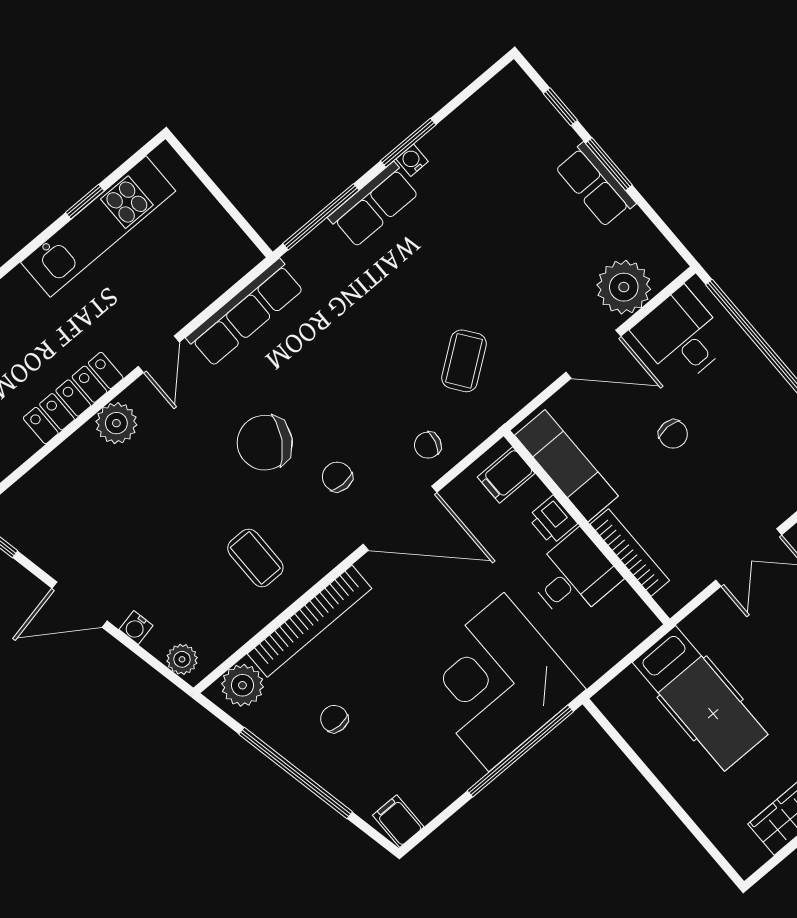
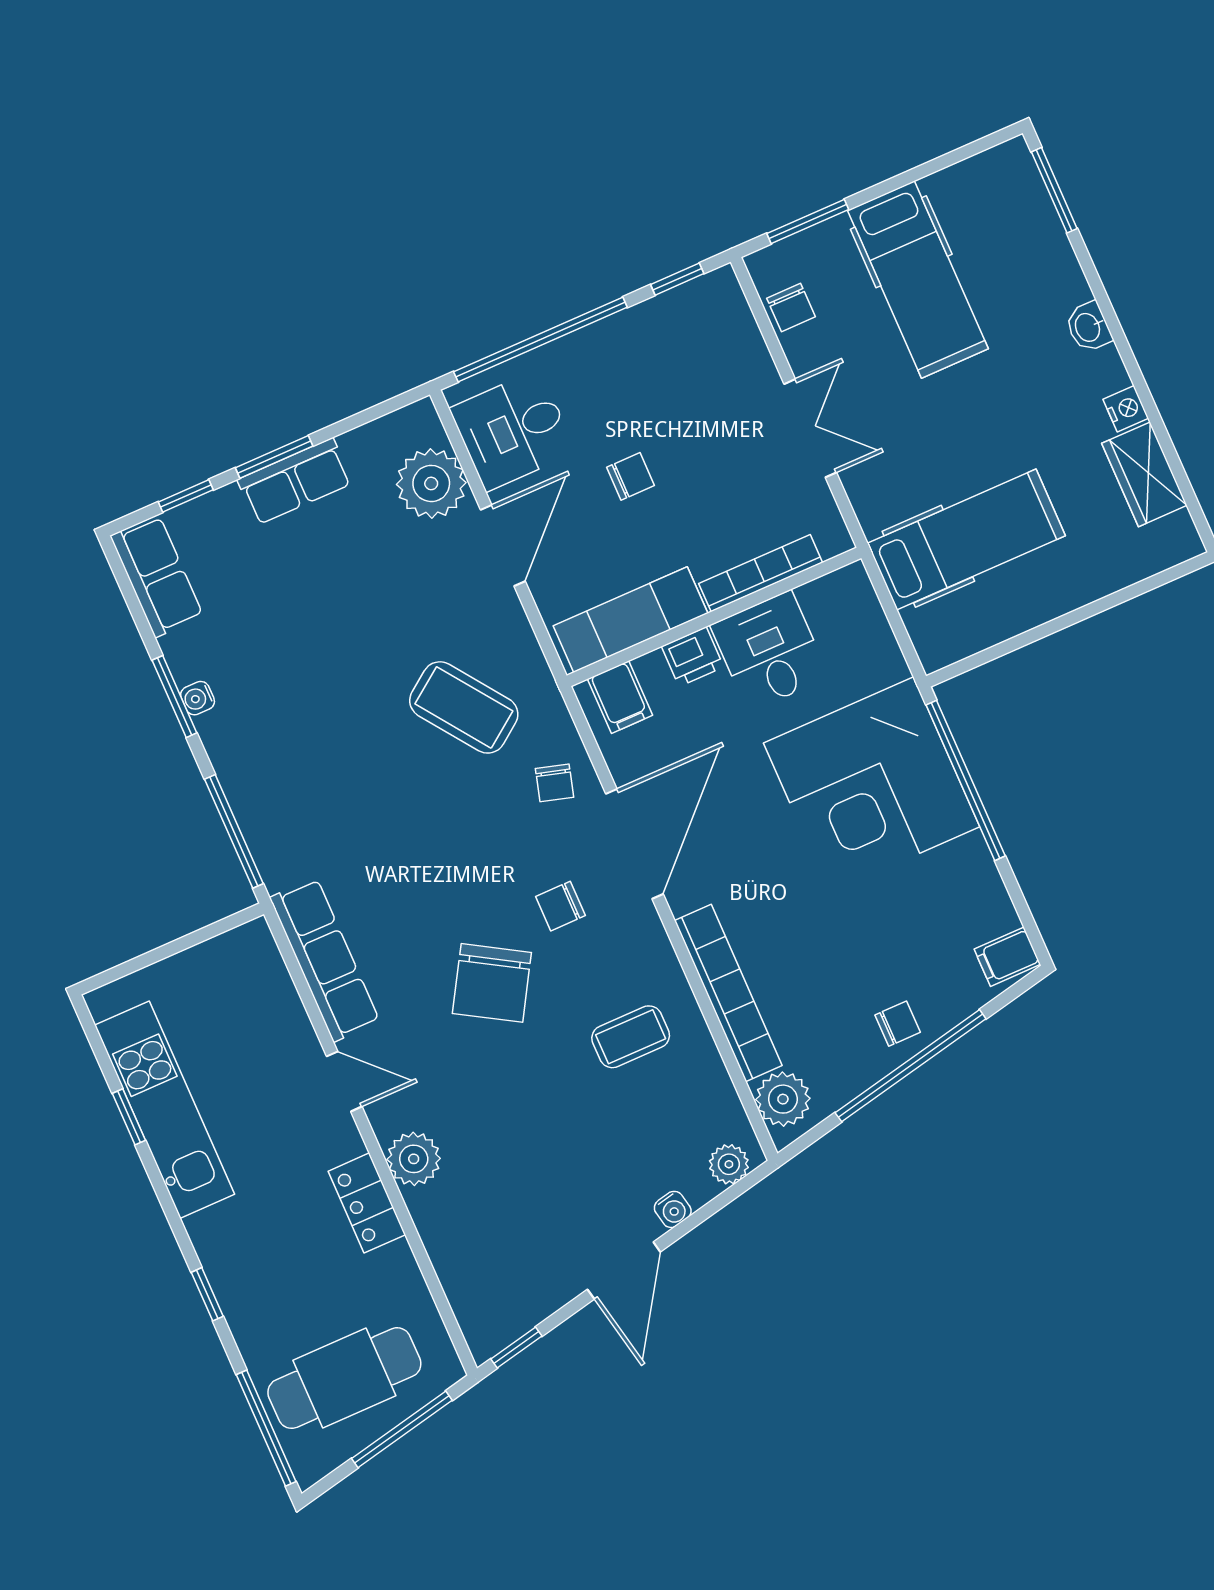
row of seats: (374, 205) -> (157, 576), moved
coffee table: (464, 361) -> (464, 707), width x1.36, depth x1.30
locker: (73, 398) -> (367, 1203), width x0.66
chair: (334, 719) -> (898, 1024), moved, turned 180

